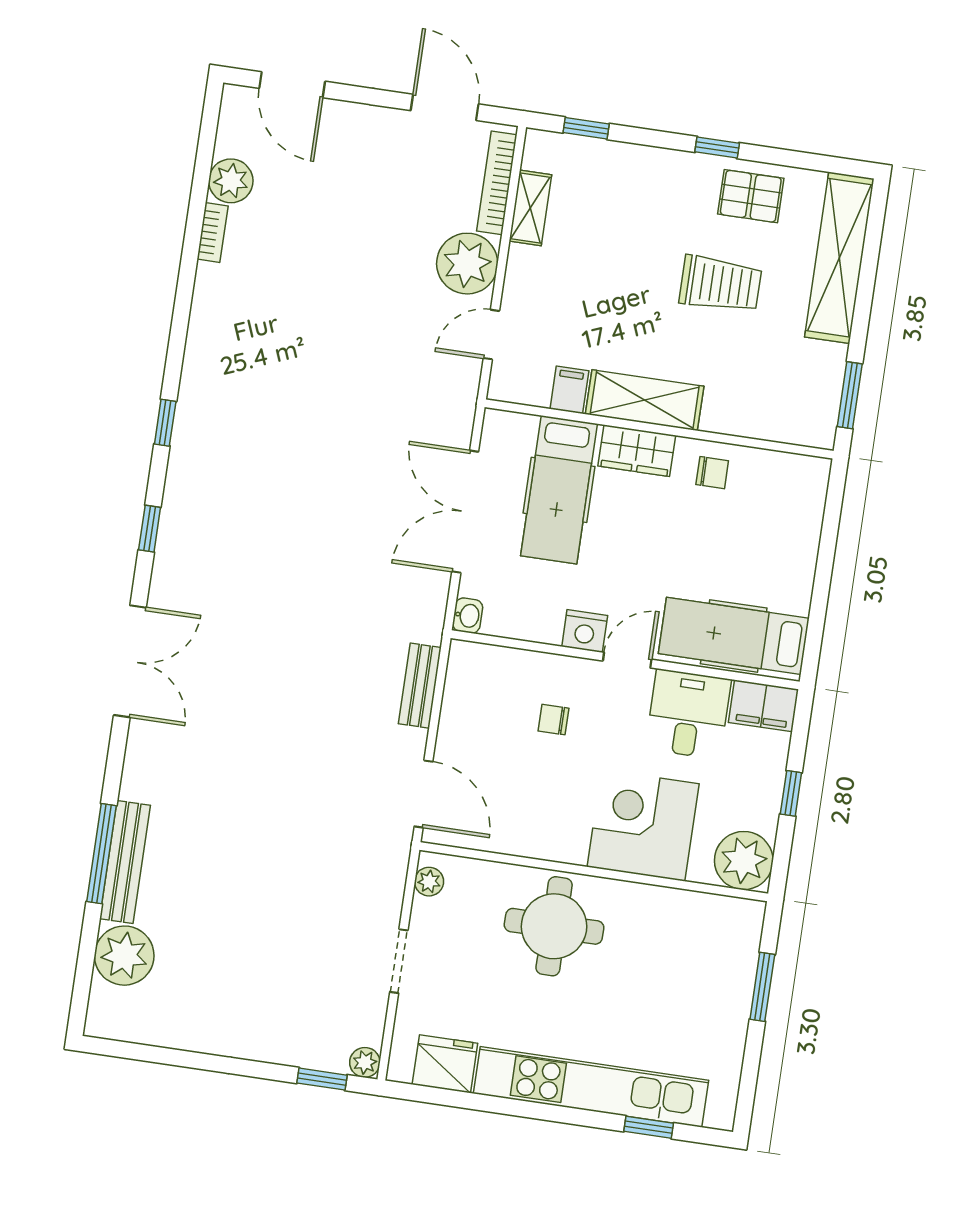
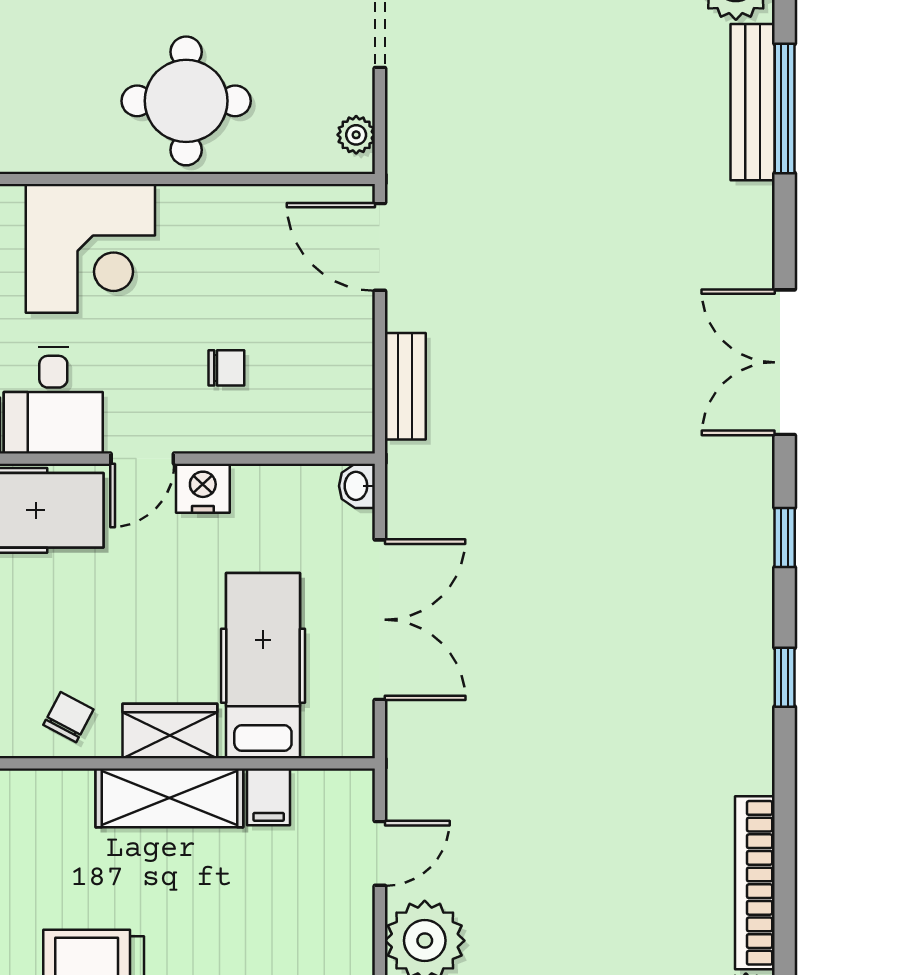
bookcase: (213, 233) -> (755, 883), width x2.31, depth x1.31
chair: (712, 473) -> (68, 717), turned 118

